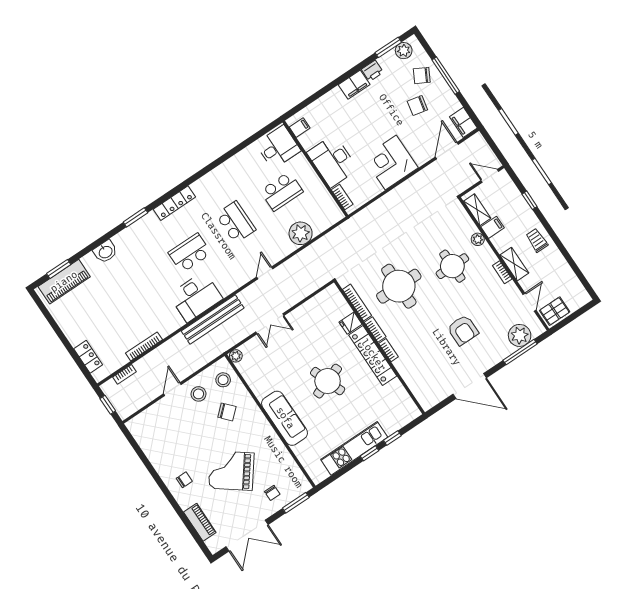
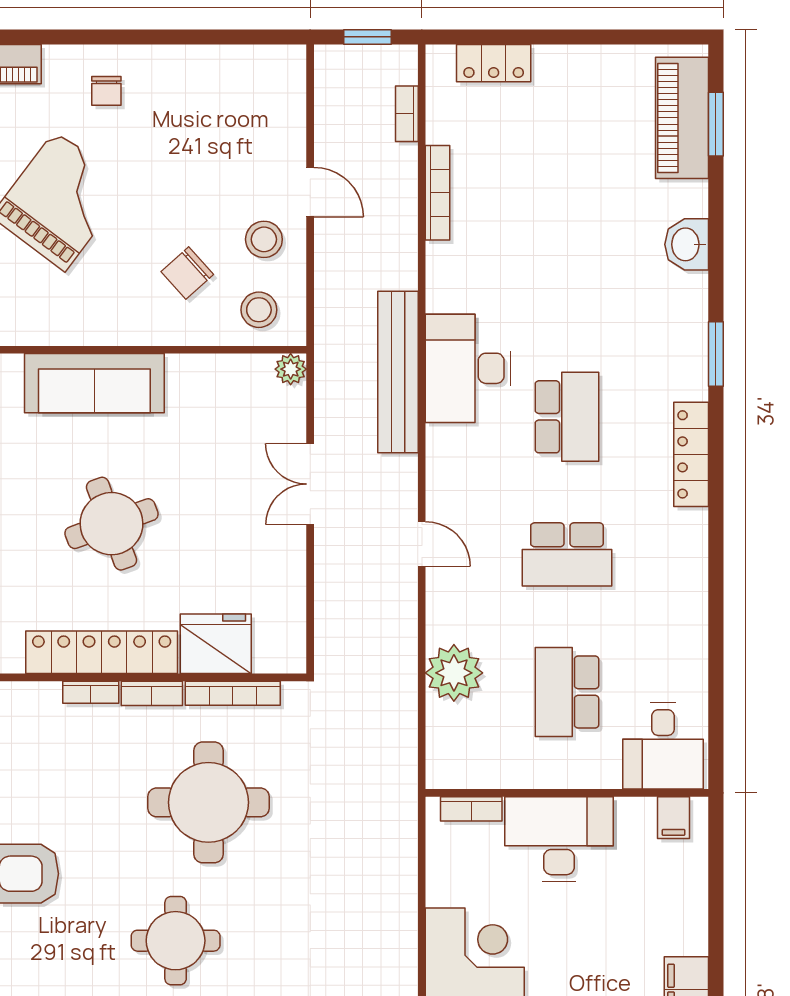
fridge: (351, 323) -> (216, 644), width x1.88, depth x1.34

